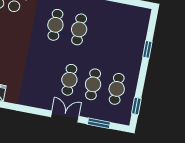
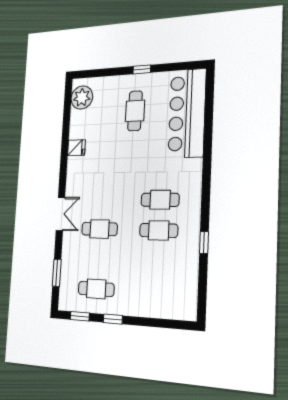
window: (147, 49) -> (113, 319), moved
cafe table: (93, 84) -> (98, 259), removed
double door: (65, 117) -> (60, 214), moved

